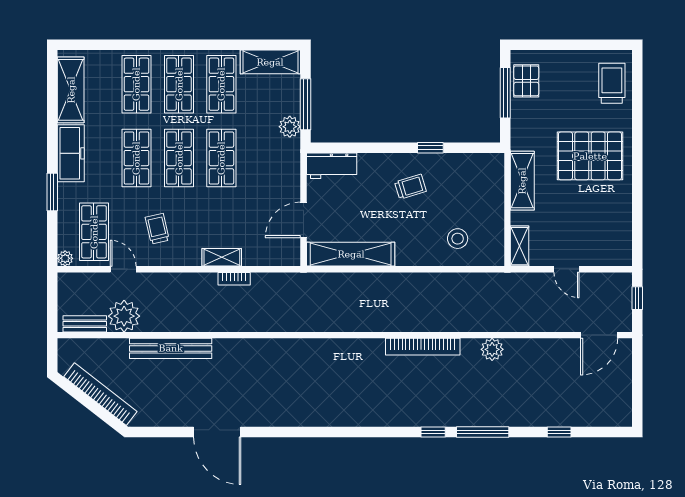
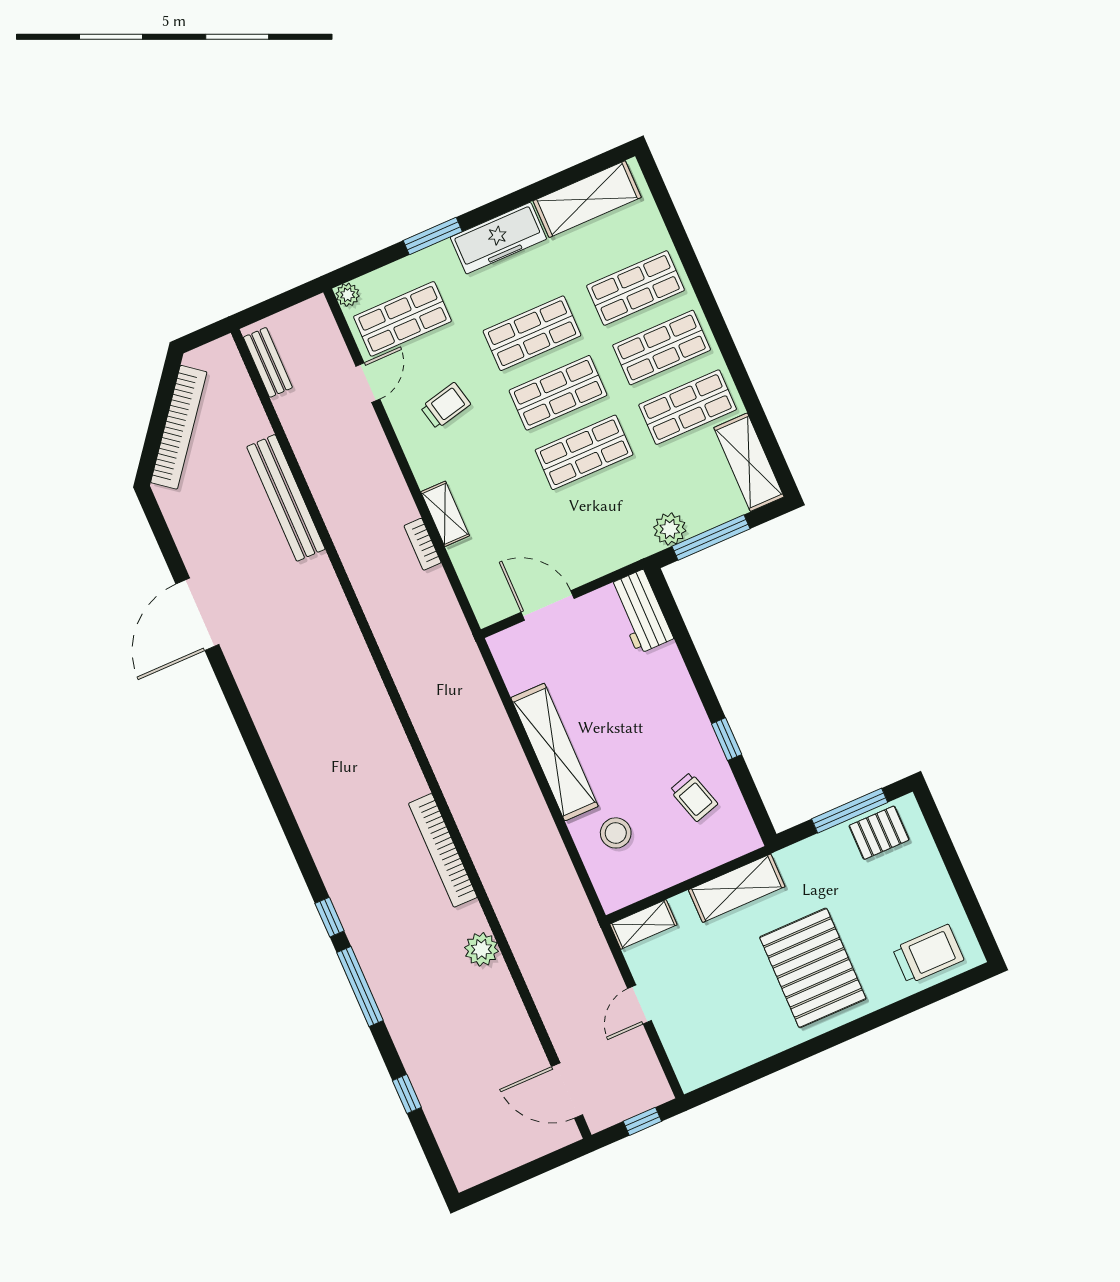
trolley: (410, 187) -> (694, 797), moved
shelving: (351, 254) -> (554, 752), moved
plant: (124, 316) -> (303, 413), removed

